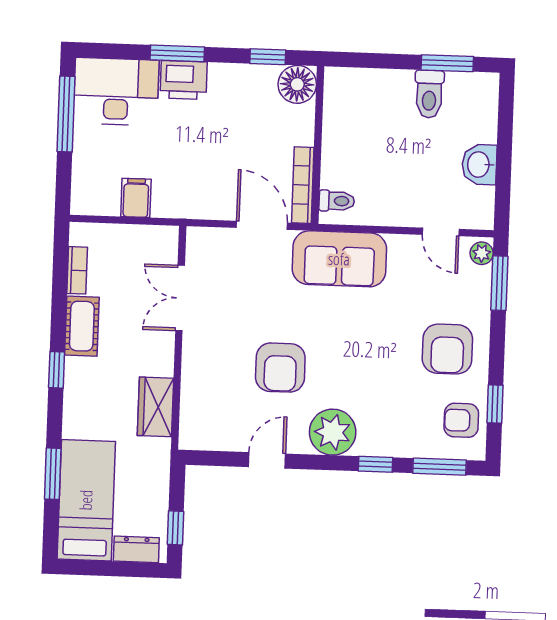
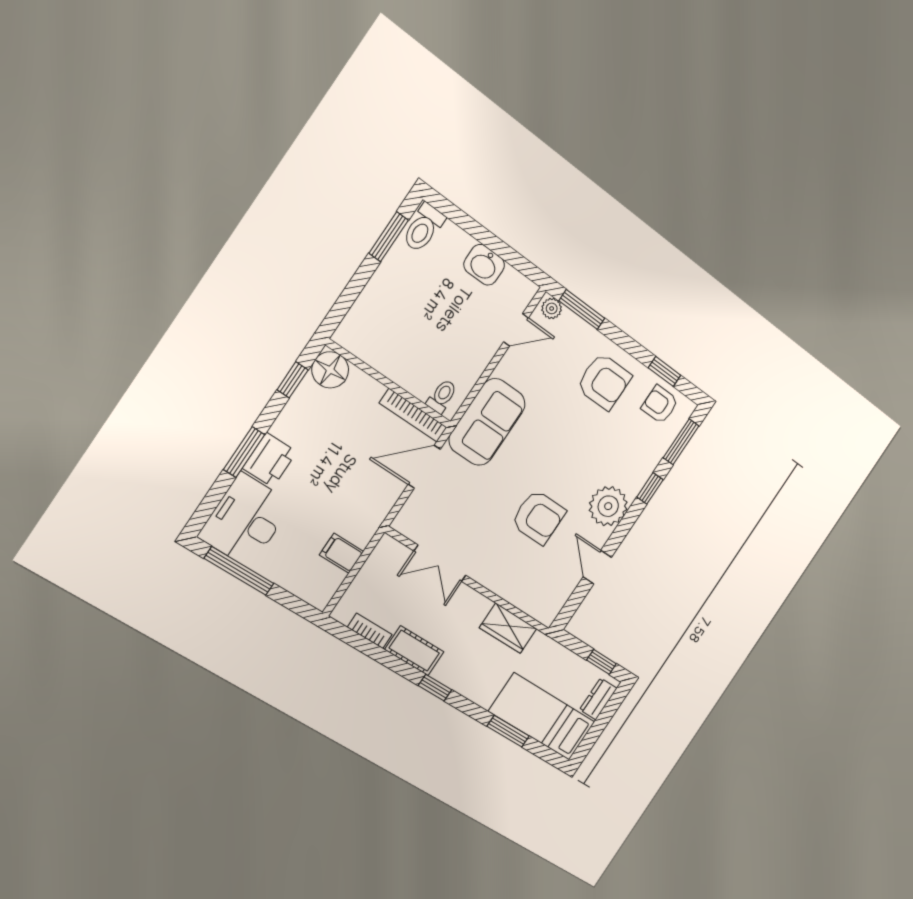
toilet: (429, 94) -> (423, 228), moved, turned 90
armchair: (461, 420) -> (660, 404), turned 90

